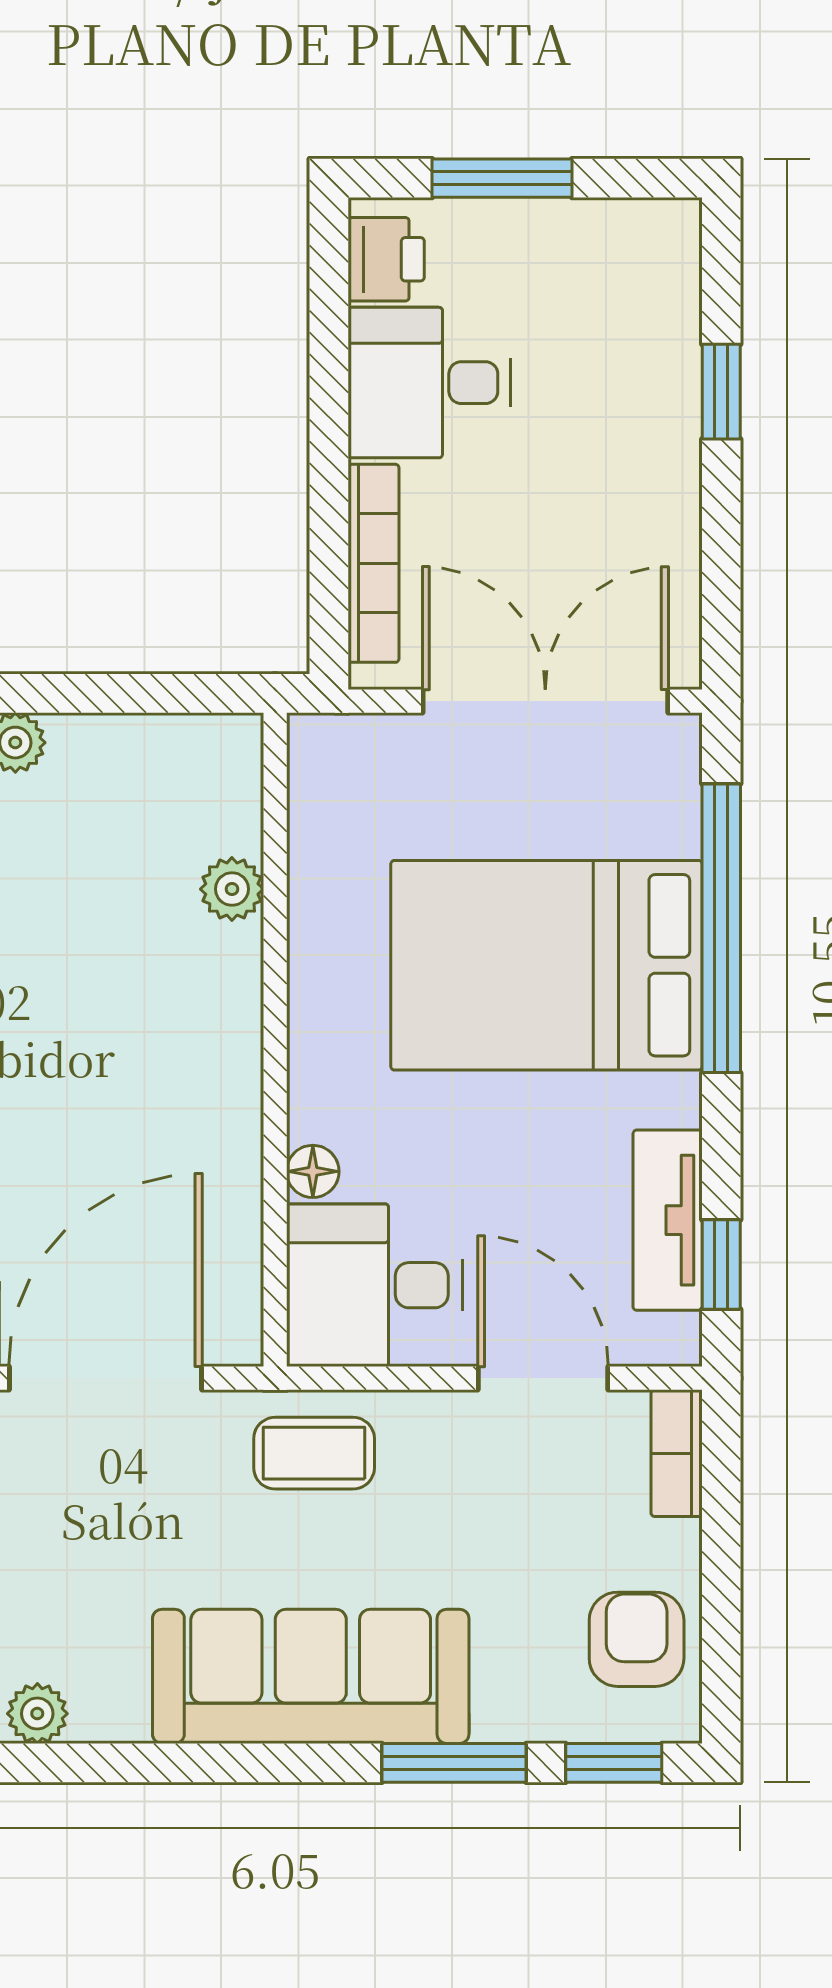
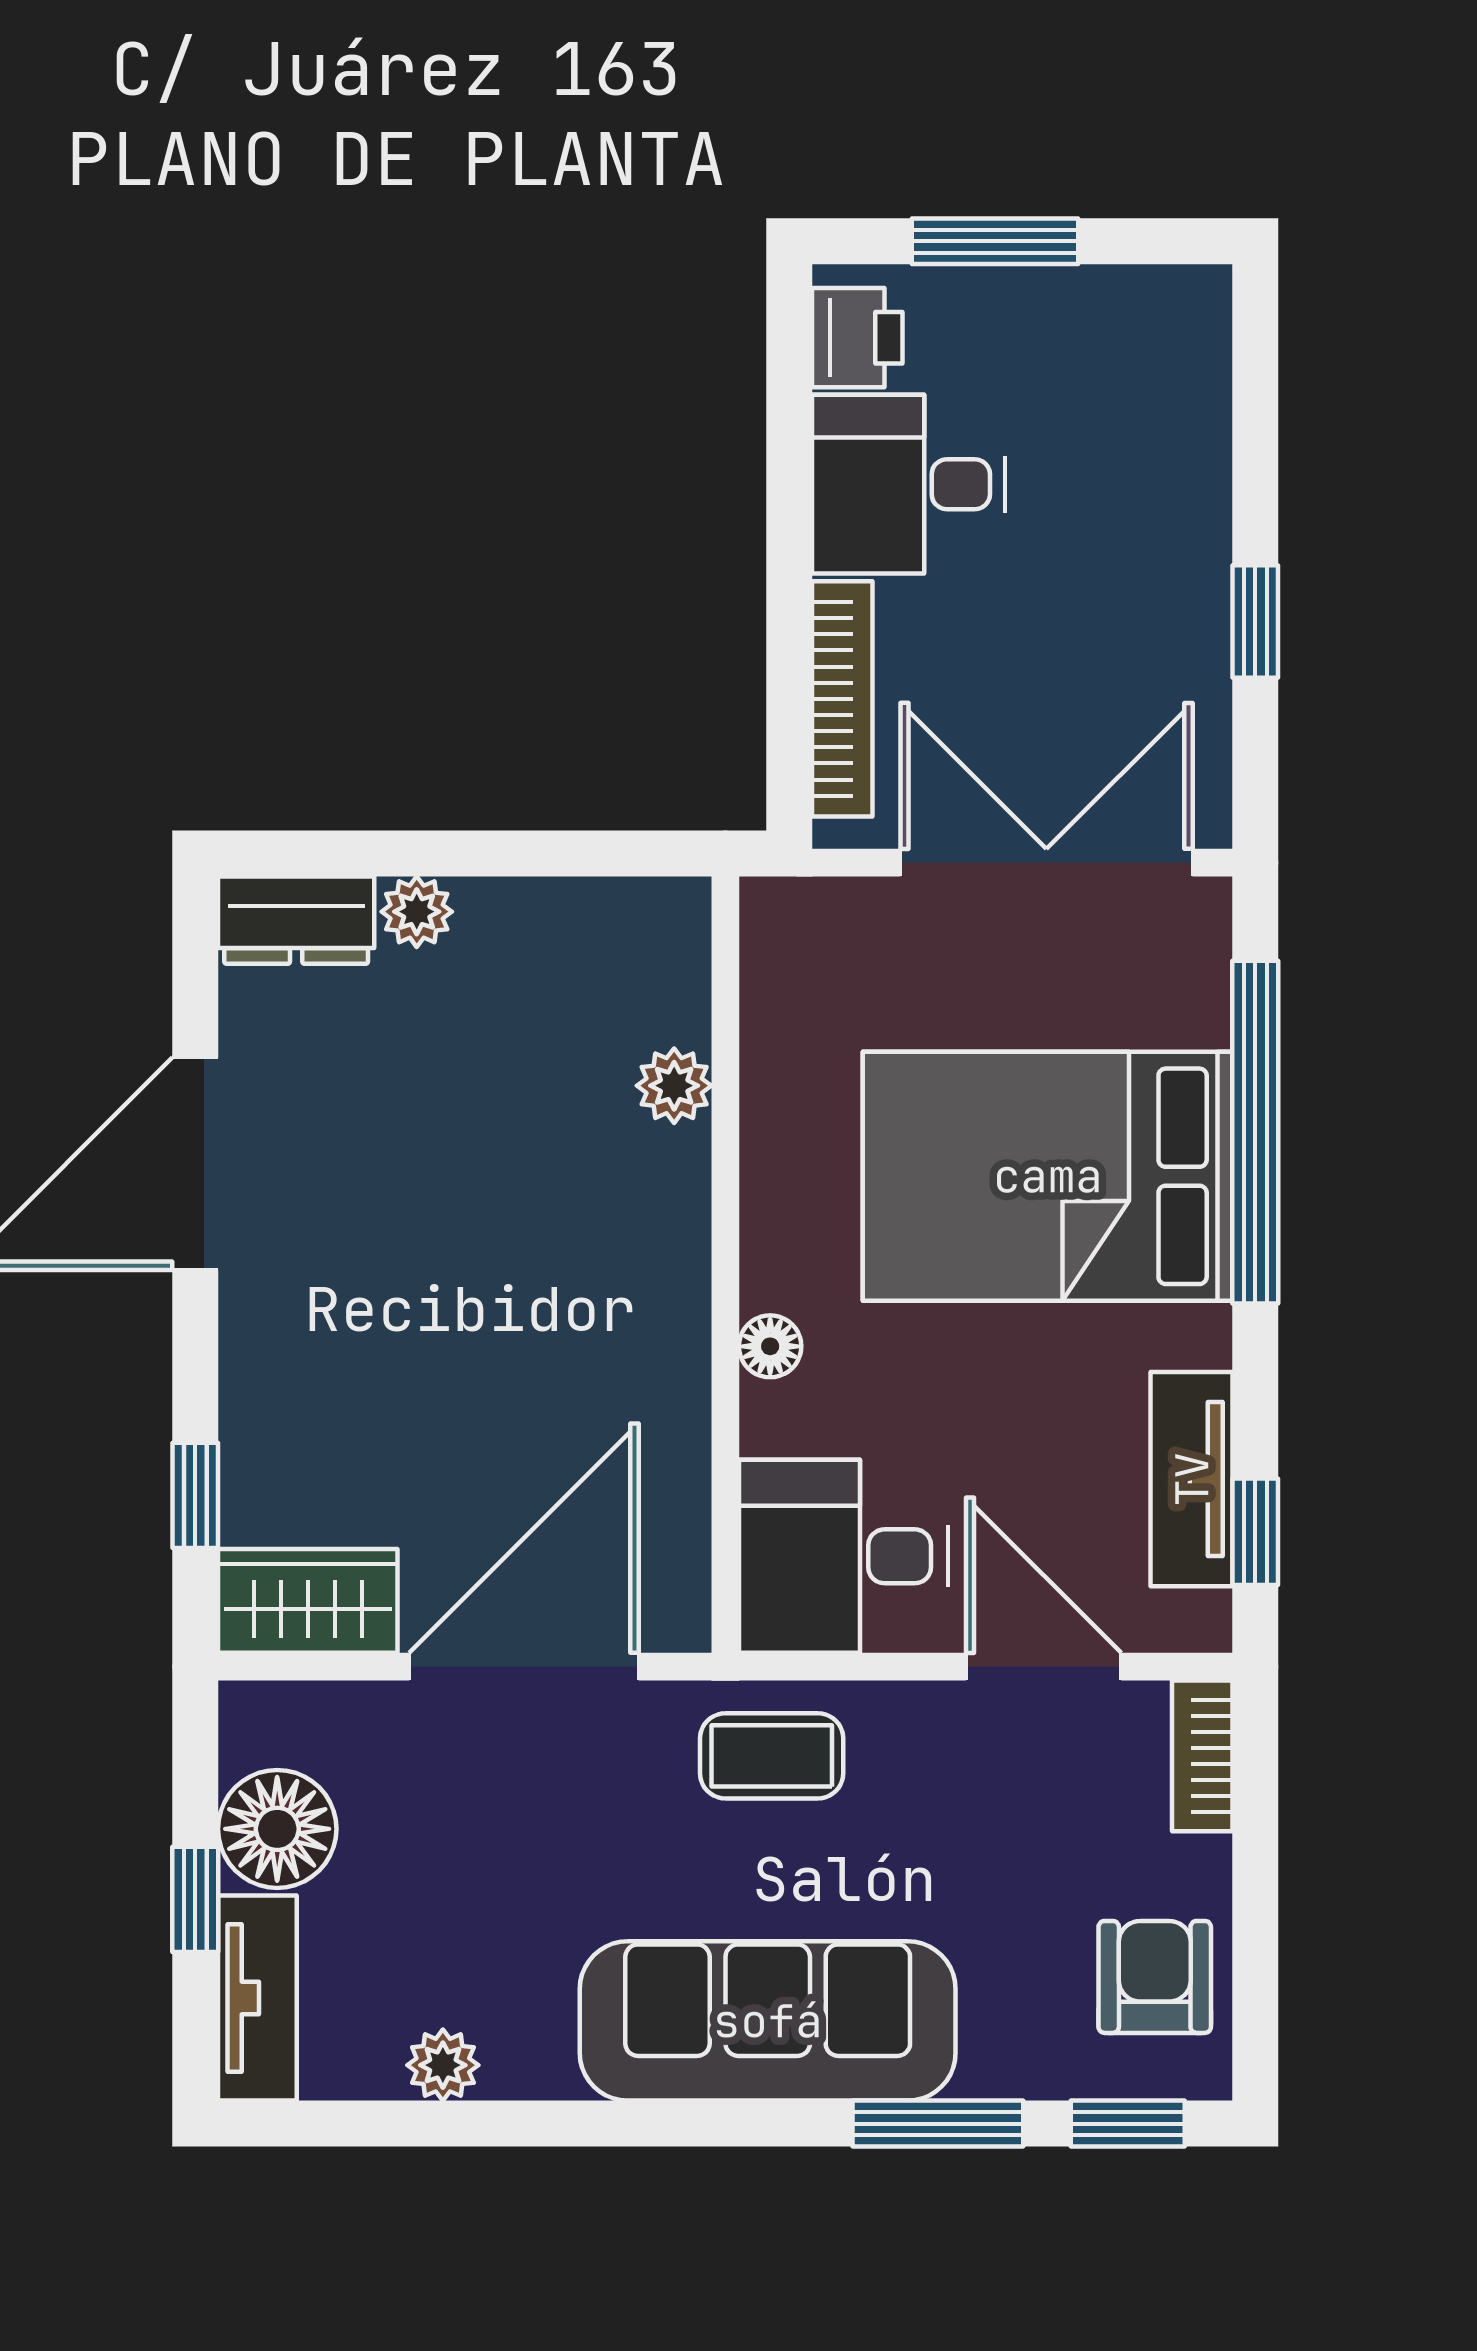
window: (721, 392) -> (1255, 621), moved
floor lamp: (313, 1171) -> (770, 1346), moved

